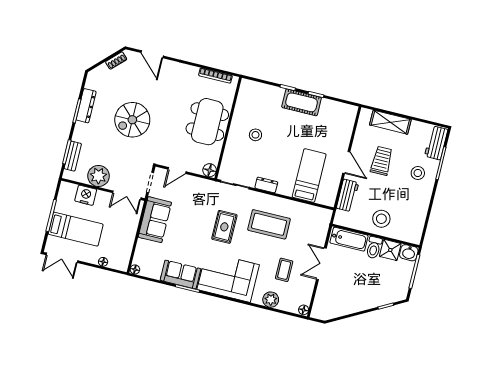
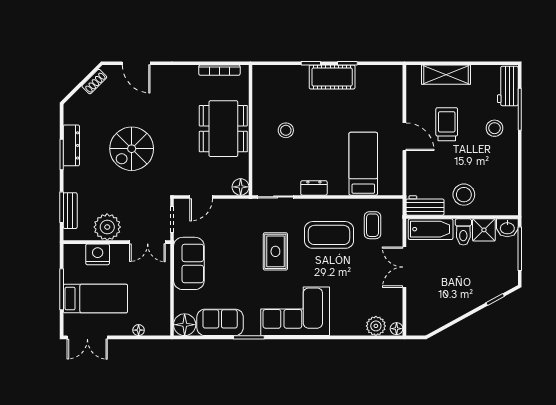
workbench: (348, 195) -> (425, 206), moved, turned -90
floor lamp: (135, 269) -> (185, 325), width x1.89, depth x1.89
coffee table: (284, 270) -> (373, 225), moved
sofa: (181, 275) -> (220, 322), moved
plant: (271, 300) -> (376, 326), moved

